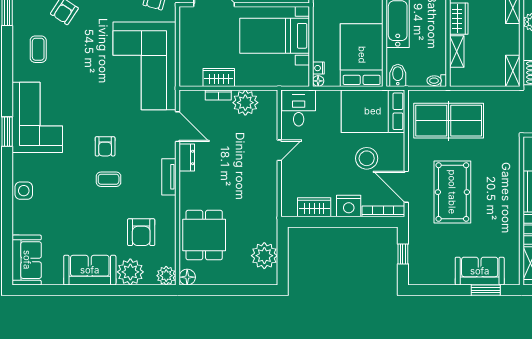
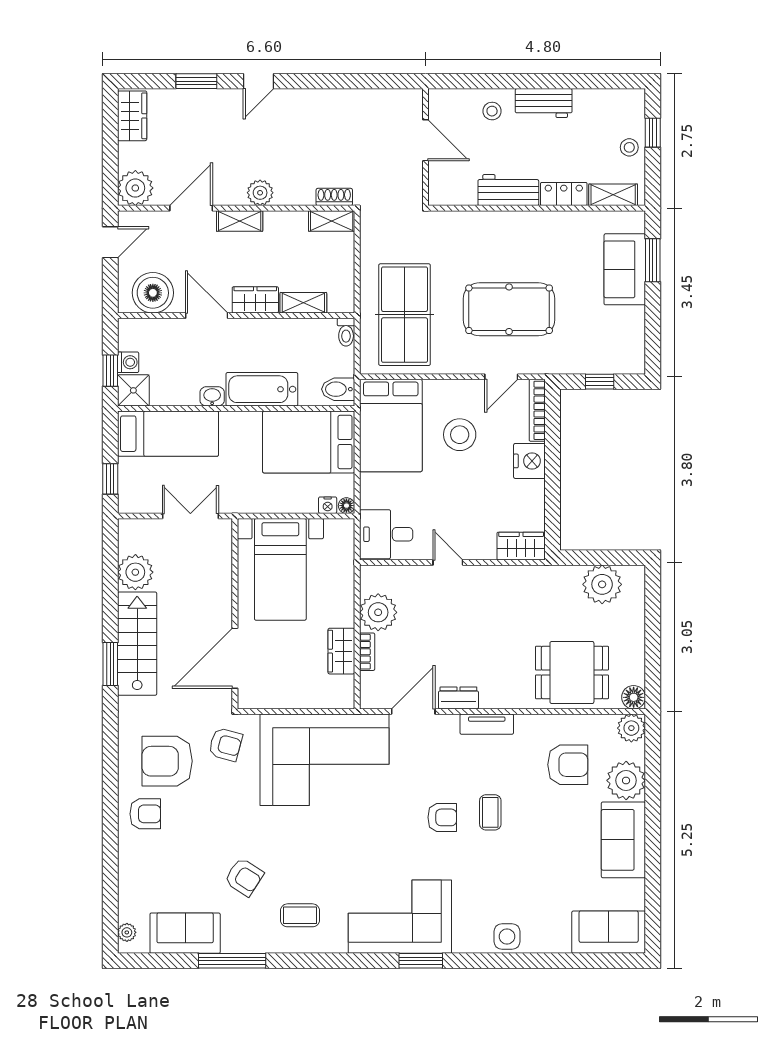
door: (406, 187) -> (501, 377), width x0.73
wardrobe: (314, 207) -> (521, 546), moved, turned 90

